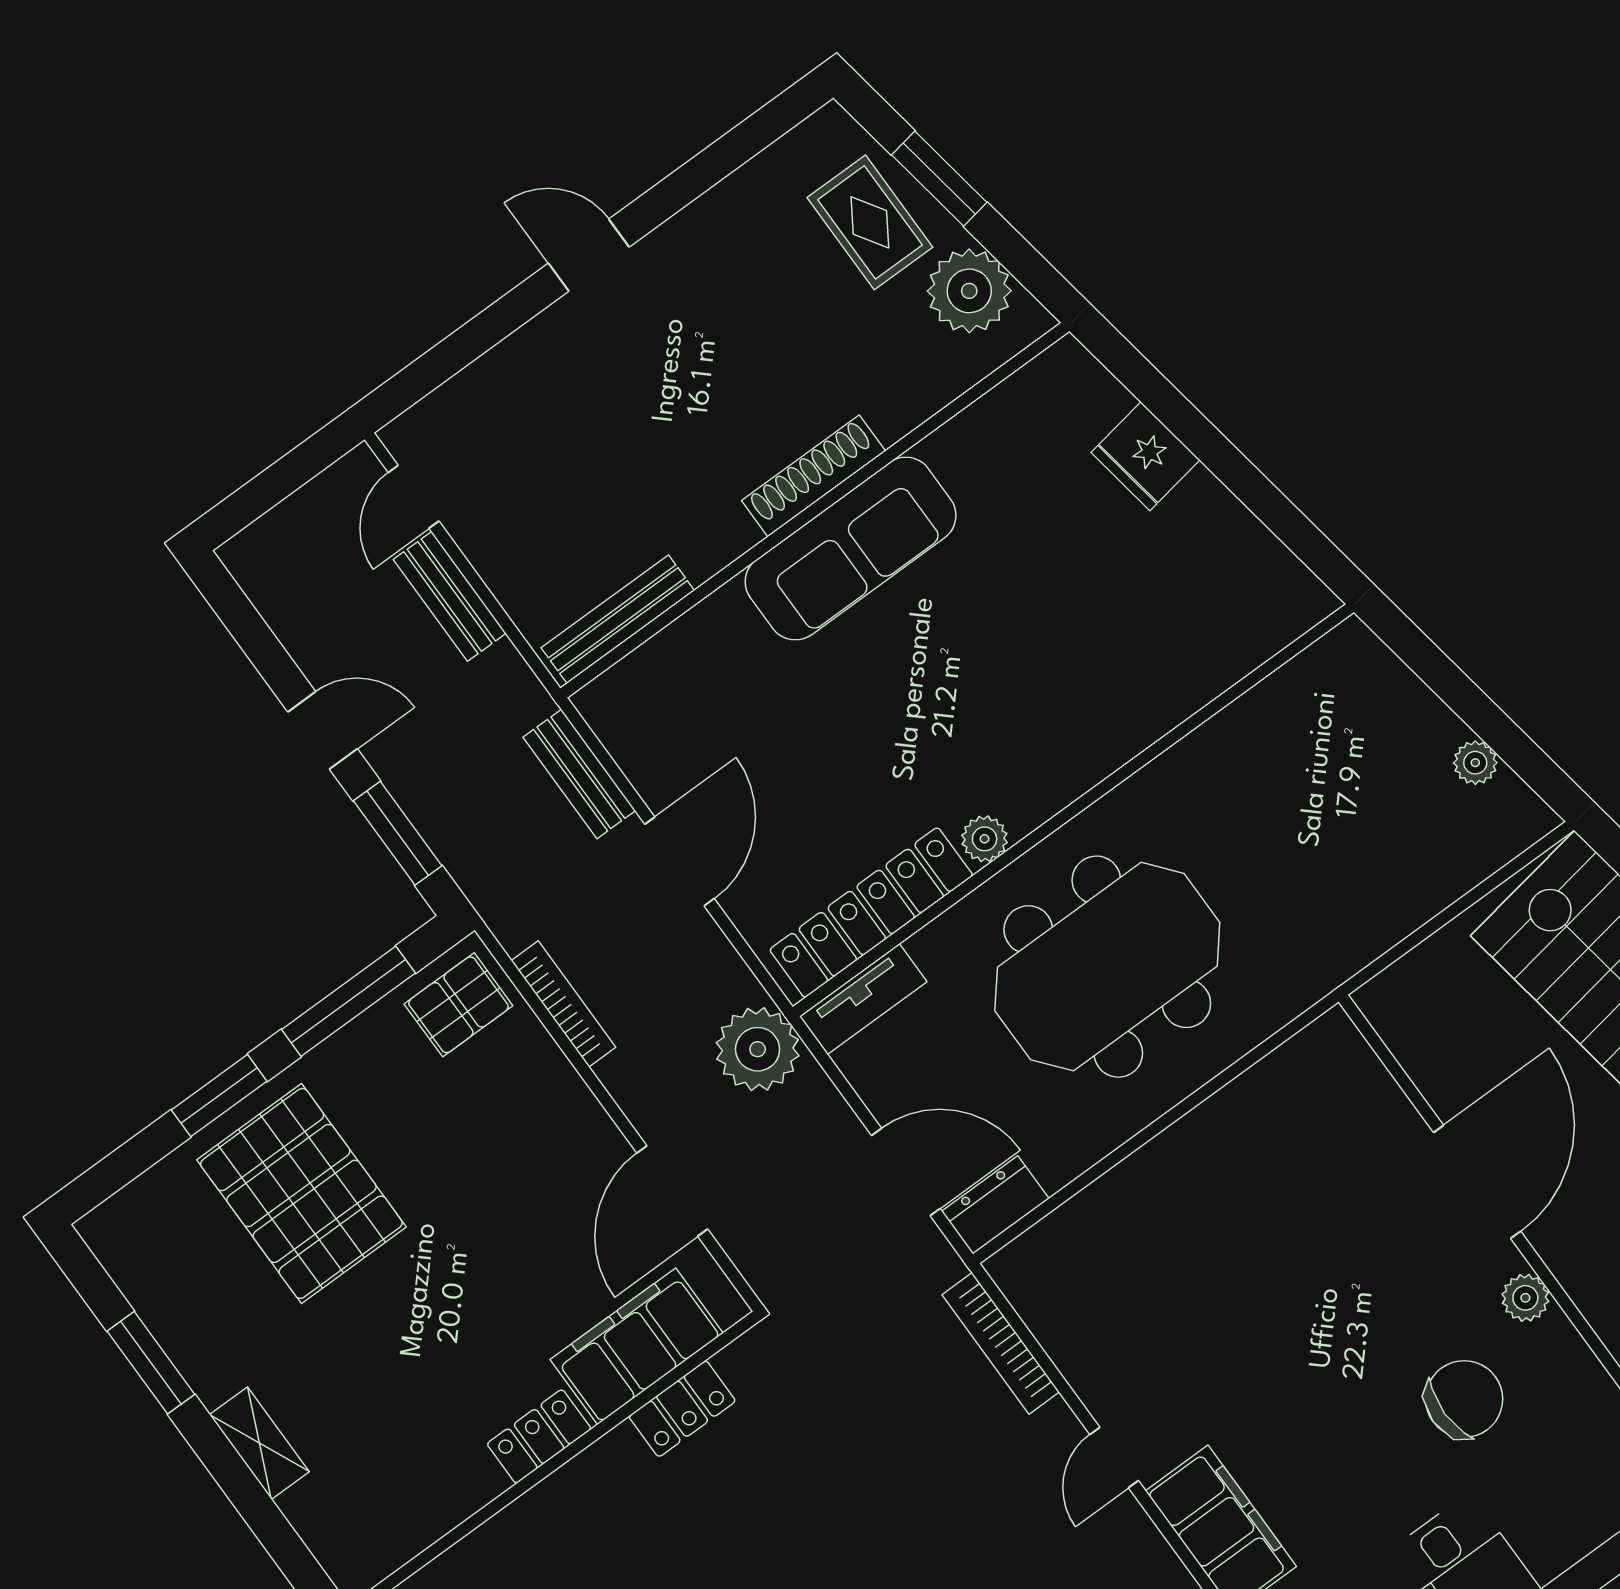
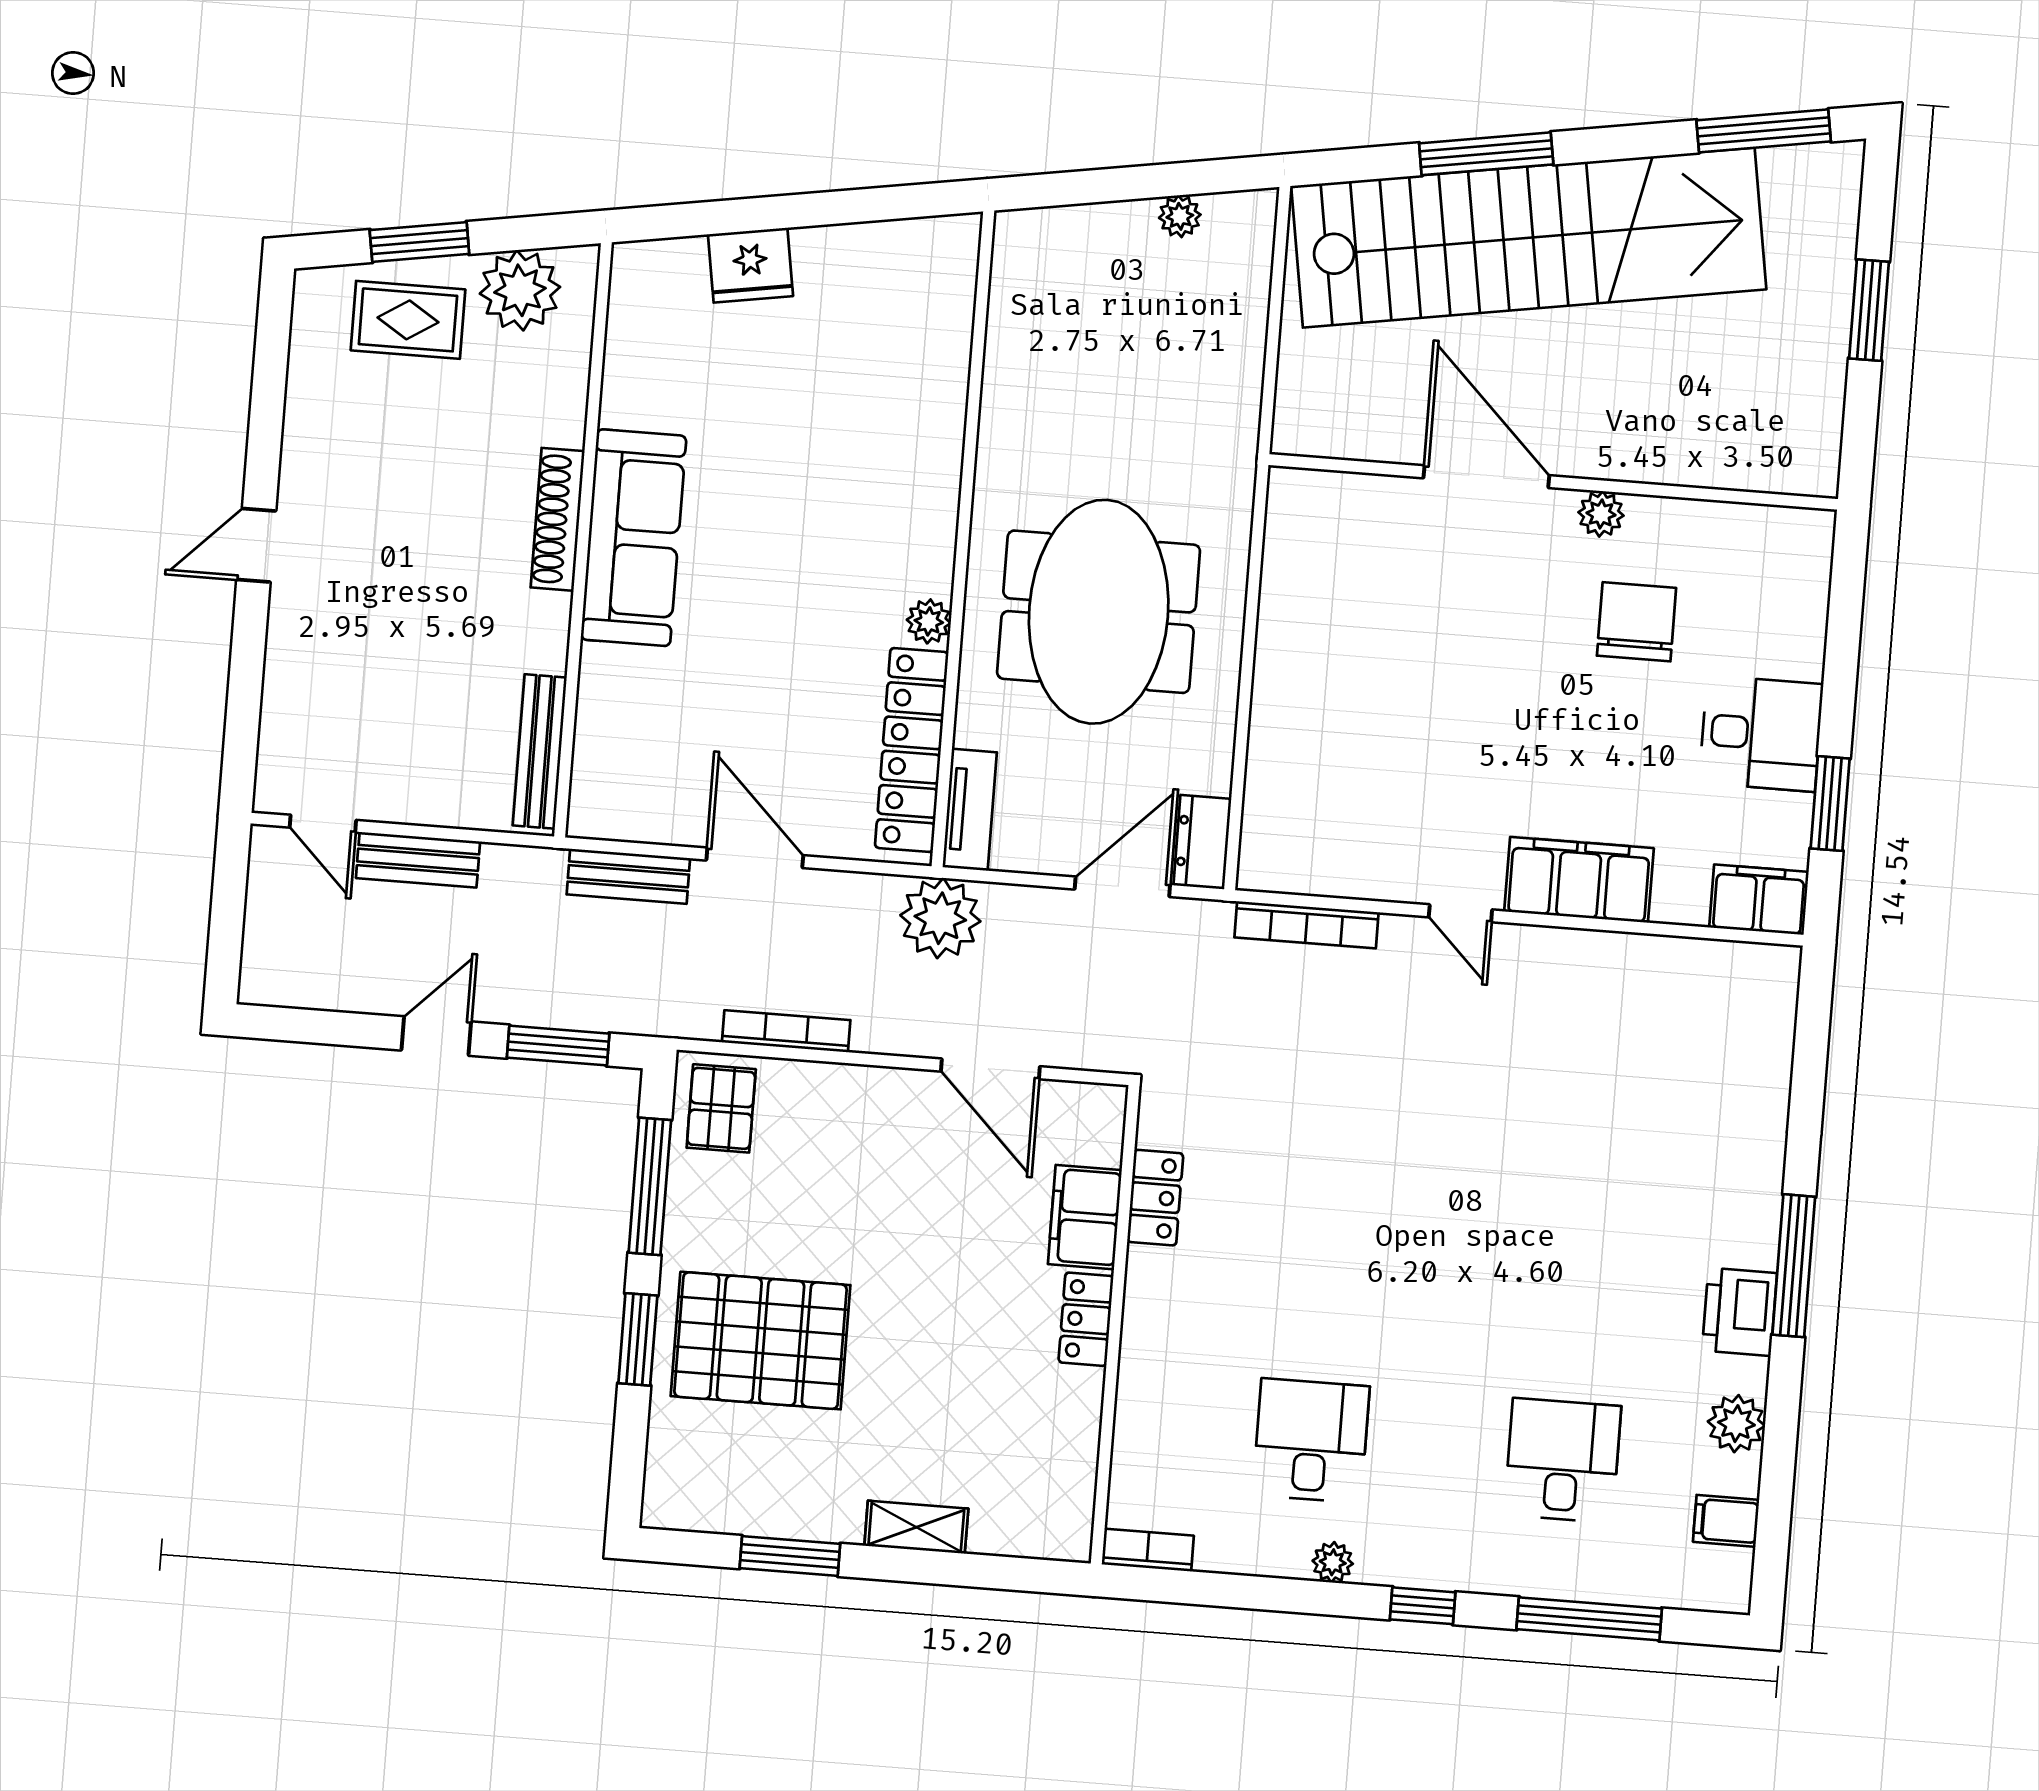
filing cabinet: (637, 1346) -> (1085, 1217), width x0.67, depth x0.86

